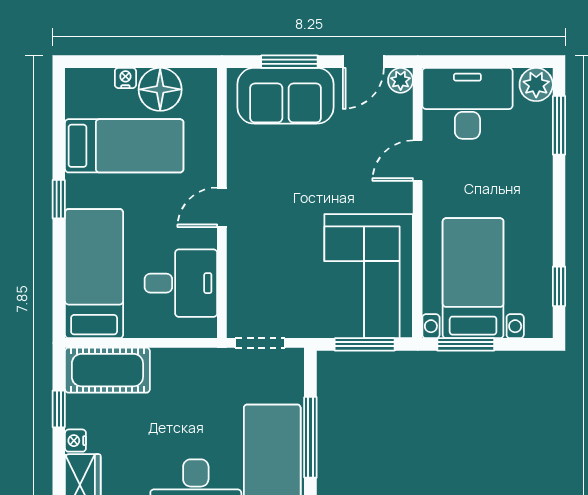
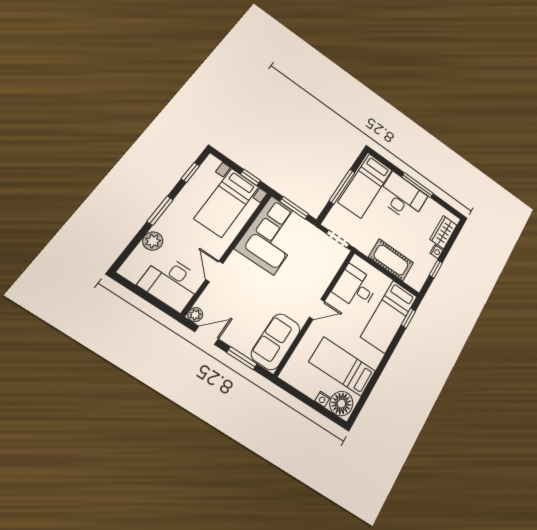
plant: (536, 85) -> (153, 241), moved
floor lamp: (160, 89) -> (341, 404), moved
sofa: (286, 96) -> (276, 342), moved, turned -90
window: (559, 125) -> (160, 211), moved
door: (418, 161) -> (214, 271), swing flipped
window: (59, 199) -> (408, 318), moved
window: (466, 344) -> (250, 177), width x0.67
cot: (107, 370) -> (391, 260), moved

